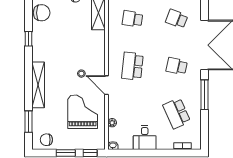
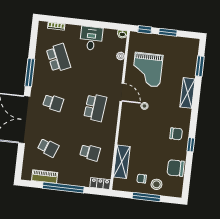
shelving: (38, 85) -> (187, 93), width x0.68
chair: (46, 140) -> (176, 134), moved

